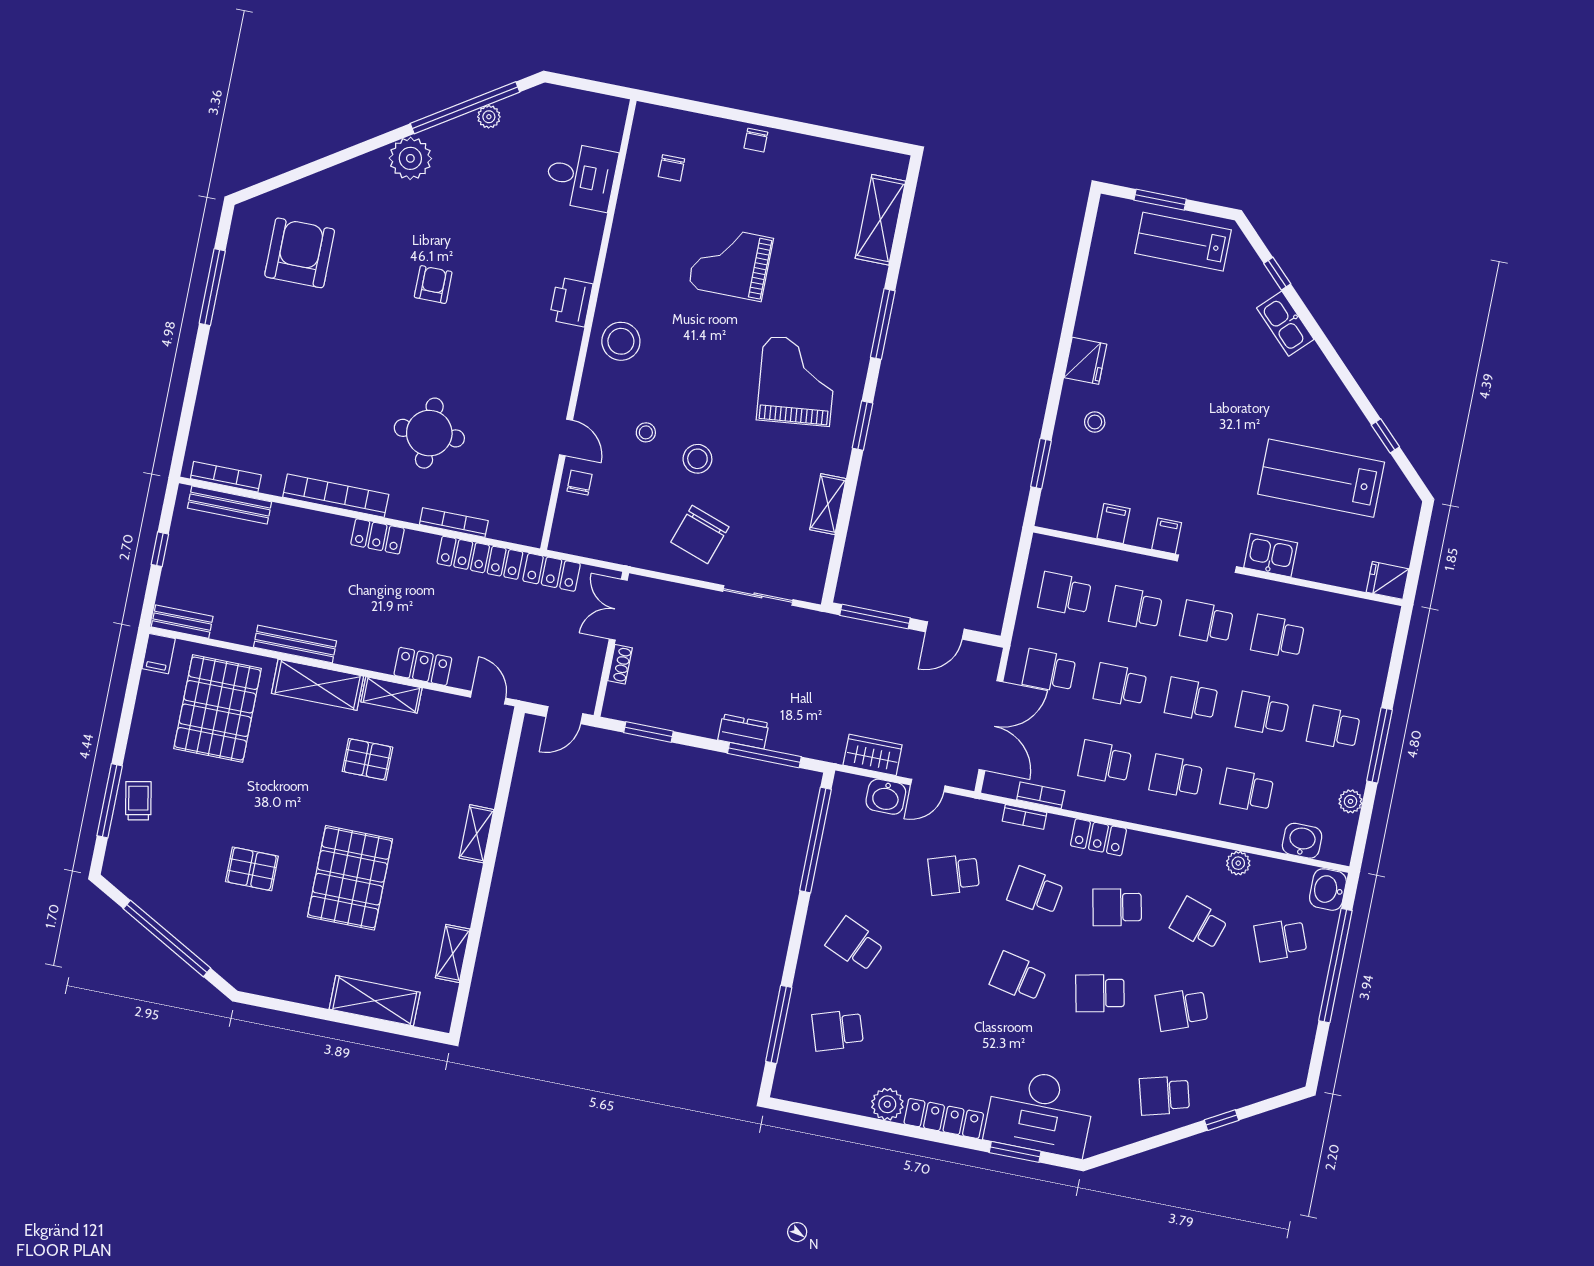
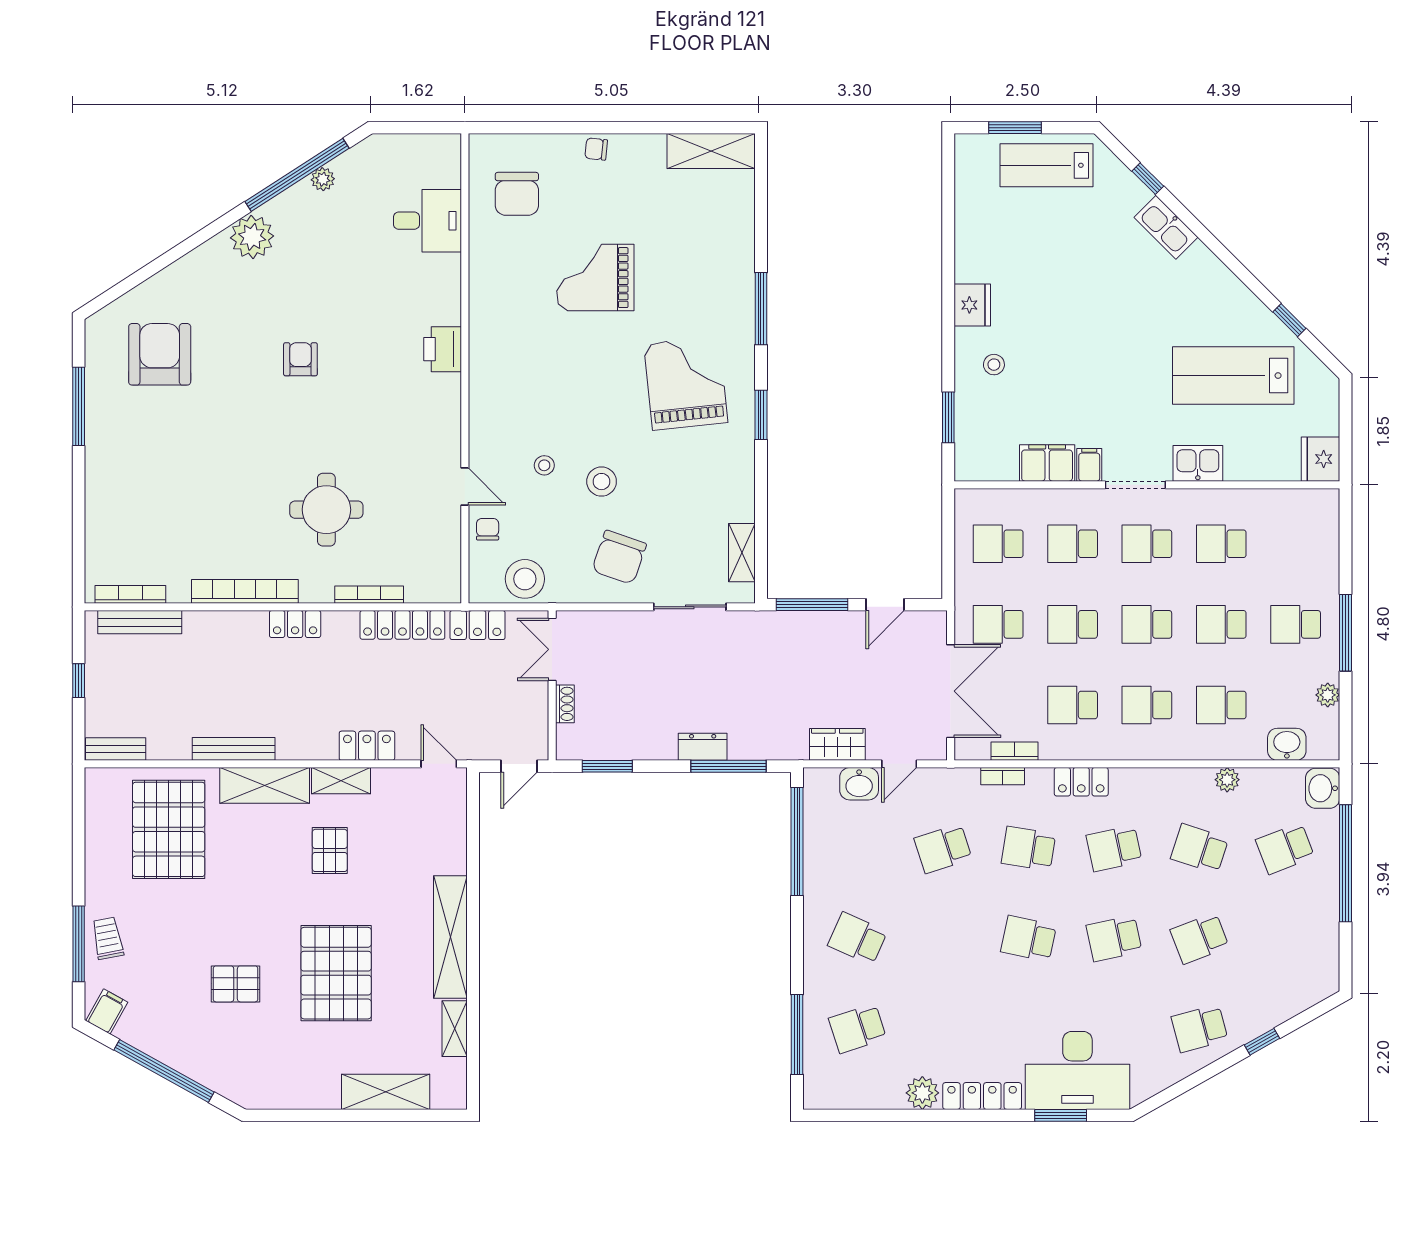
chair: (756, 140) -> (596, 149), turned 96
chair: (671, 168) -> (517, 194), width x1.87, depth x1.87
shelving: (880, 220) -> (711, 151), moved, turned 90
stool: (621, 341) -> (525, 579), moved
shelving: (828, 504) -> (742, 553), moved
filing cabinet: (1114, 523) -> (1047, 463), width x2.00
fridge: (1388, 580) -> (1321, 459), width x1.38
filing cabinet: (159, 654) -> (107, 1011), moved, turned -151
pallet: (367, 759) -> (330, 850), turned 90
shelving: (477, 834) -> (450, 937), width x2.20, depth x1.33

